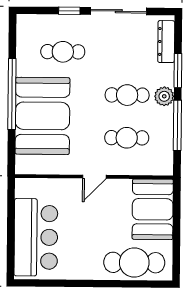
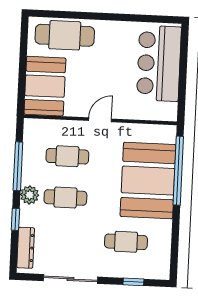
window: (69, 11) -> (133, 282), moved
window: (178, 70) -> (15, 219), width x0.67
window: (12, 94) -> (178, 171), moved

